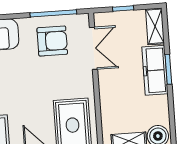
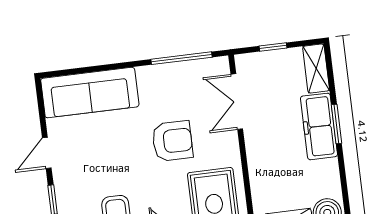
armchair: (52, 41) -> (172, 141), moved
double door: (94, 48) -> (237, 102), swing flipped

